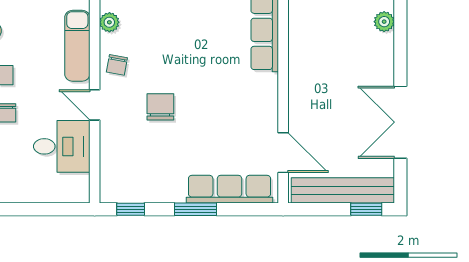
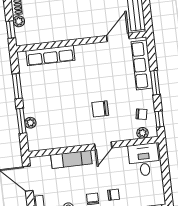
plant: (109, 22) -> (143, 133), moved
chair: (117, 65) -> (141, 114), moved
desk: (62, 146) -> (144, 160), moved

